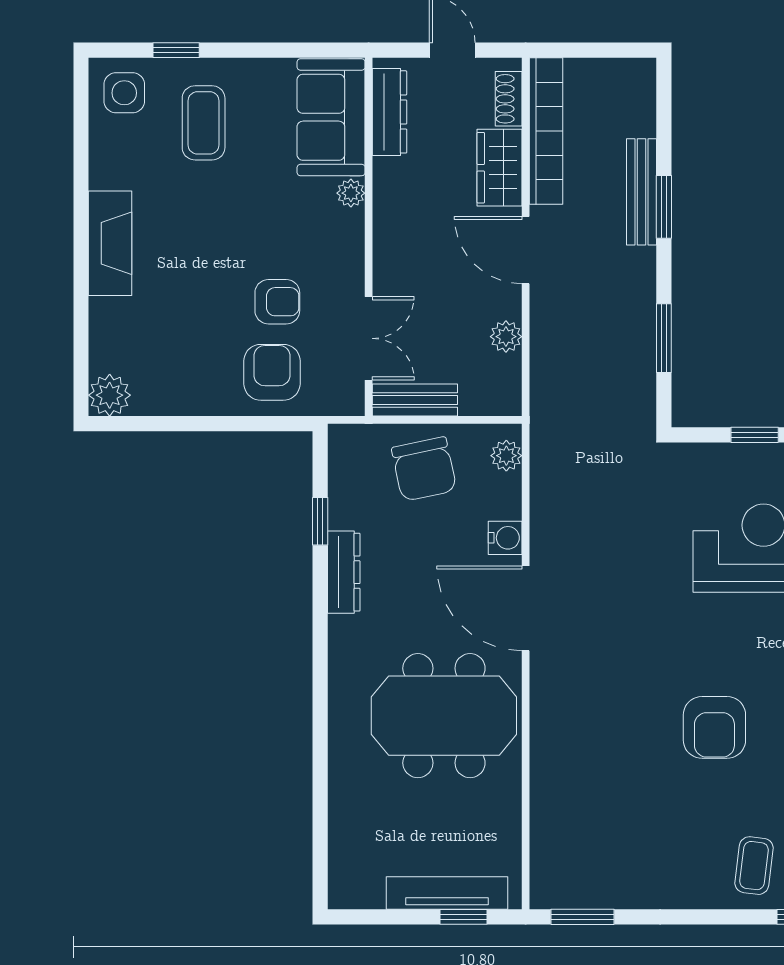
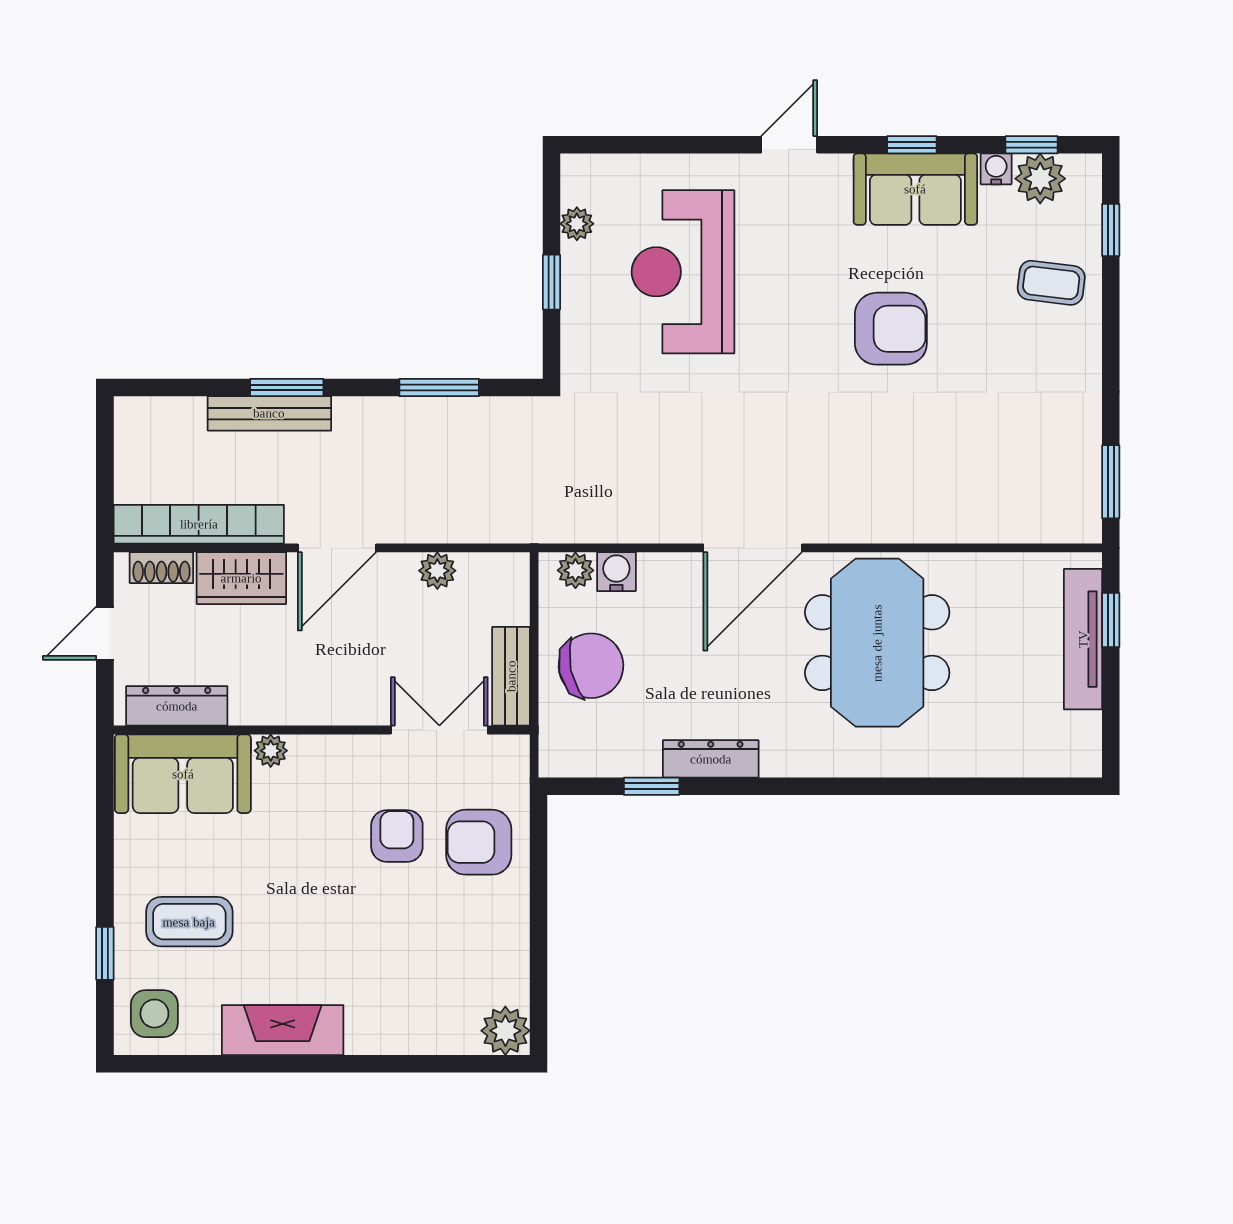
fireplace: (110, 243) -> (283, 1030), moved
water cooler: (505, 538) -> (616, 572), moved

